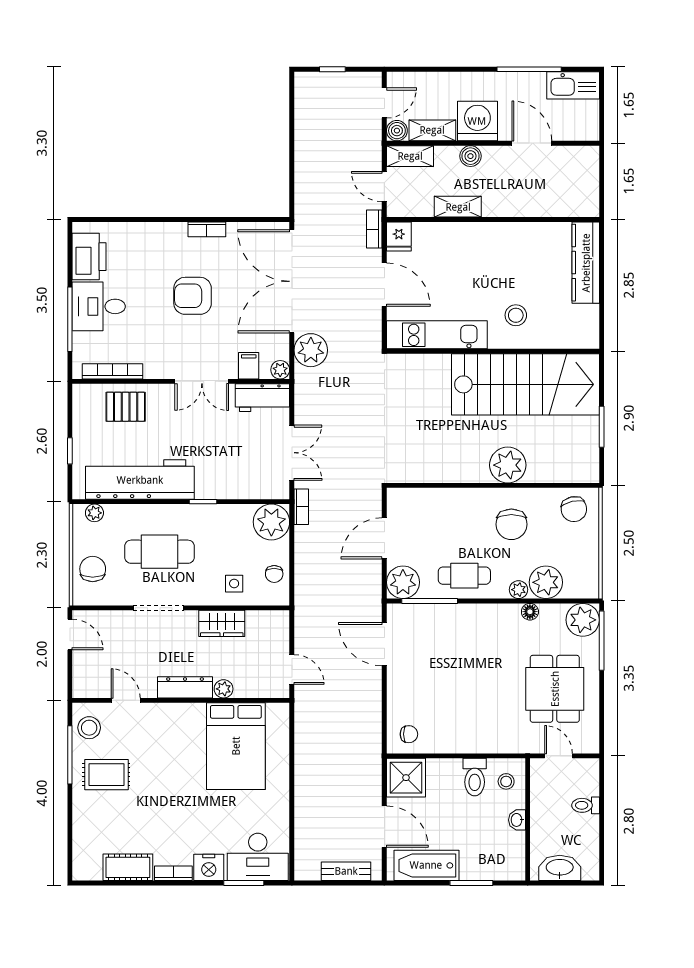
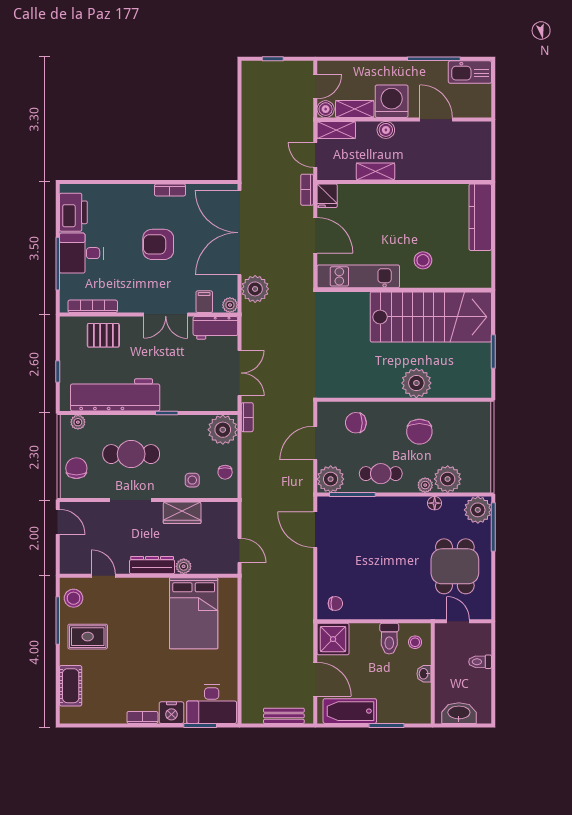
chair: (574, 509) -> (356, 423), moved, turned 103
cot: (128, 867) -> (71, 686), moved, turned 90

